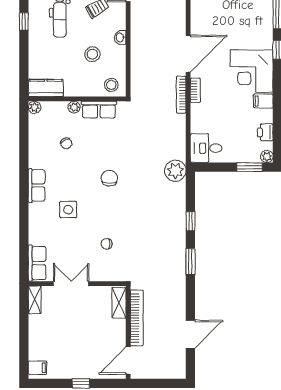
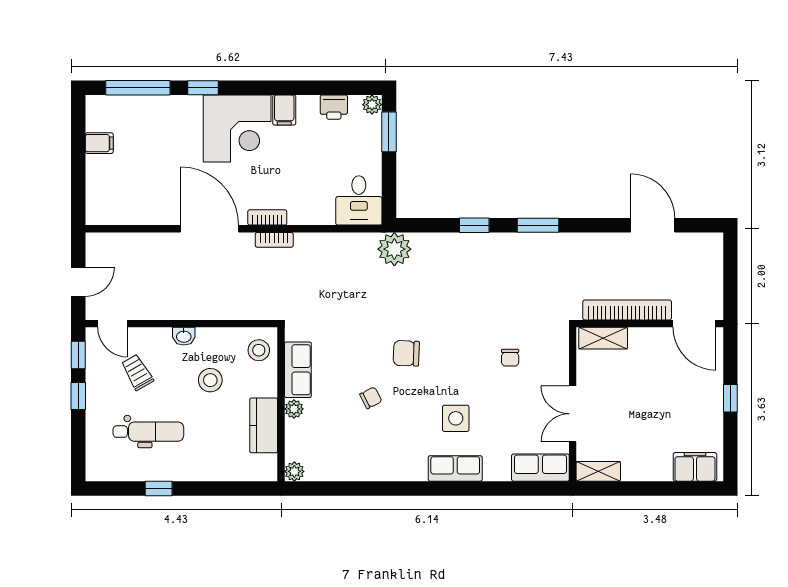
kitchen counter: (46, 88) -> (264, 425), moved
bookcase: (181, 95) -> (274, 240), width x0.64
chair: (66, 143) -> (371, 398), moved
row of seats: (36, 186) -> (455, 468), moved
filing cabinet: (37, 368) -> (695, 467), width x2.00

